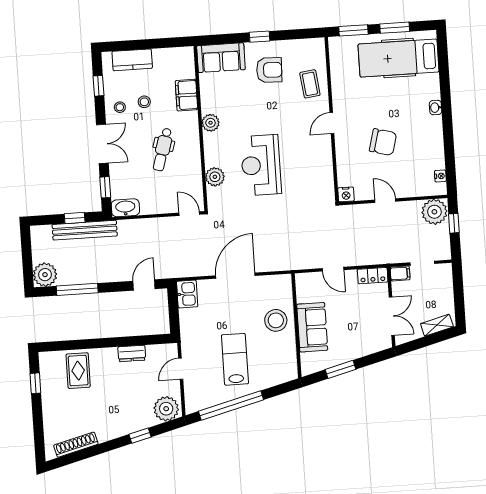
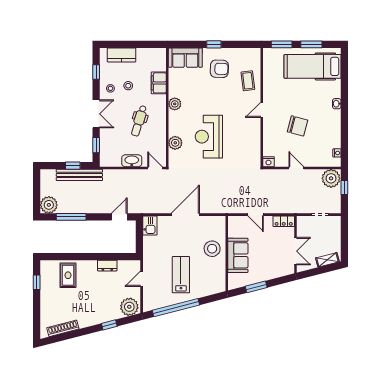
washbasin: (125, 208) -> (132, 161), moved
filing cabinet: (400, 273) -> (303, 221), removed

